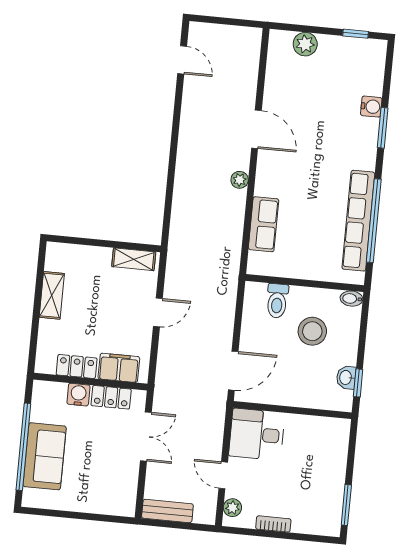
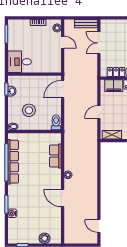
toilet: (277, 301) -> (56, 122), moved
desk: (257, 434) -> (20, 62), moved, turned 180
double door: (146, 437) -> (99, 43), moved

